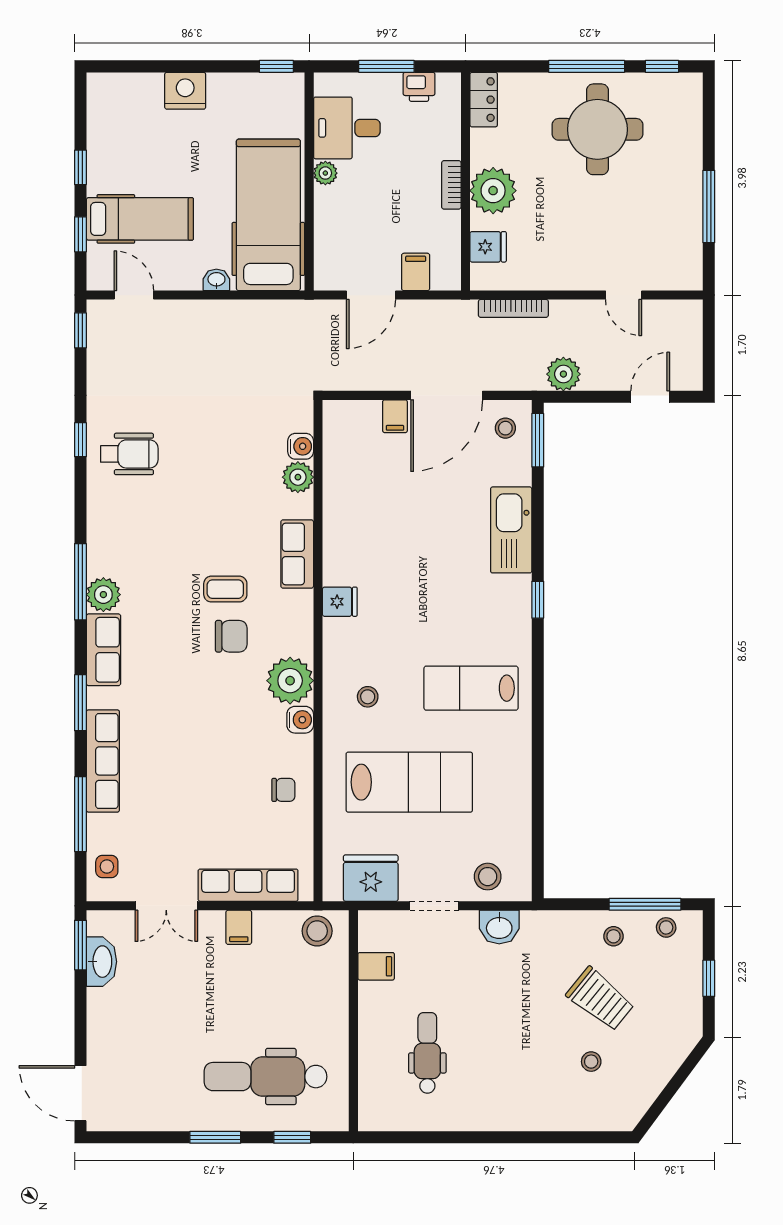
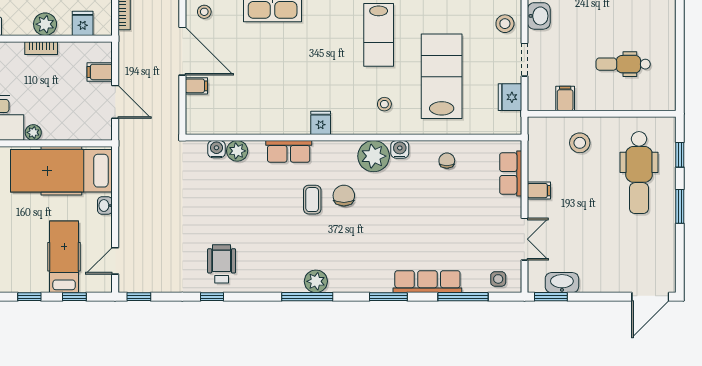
plant: (493, 191) -> (45, 24), width x0.73, depth x0.73
row of seats: (103, 650) -> (353, 281), removed
fridge: (371, 878) -> (510, 97), width x0.73, depth x0.75
row of seats: (248, 885) -> (511, 173), width x0.68
stool: (317, 931) -> (580, 143), moved

